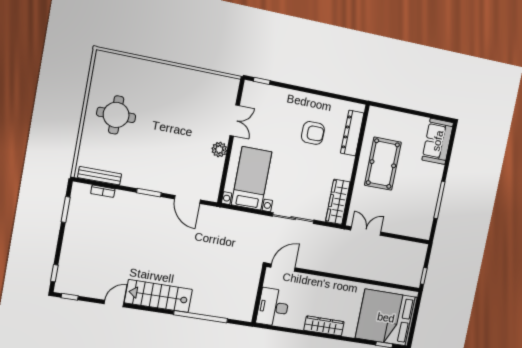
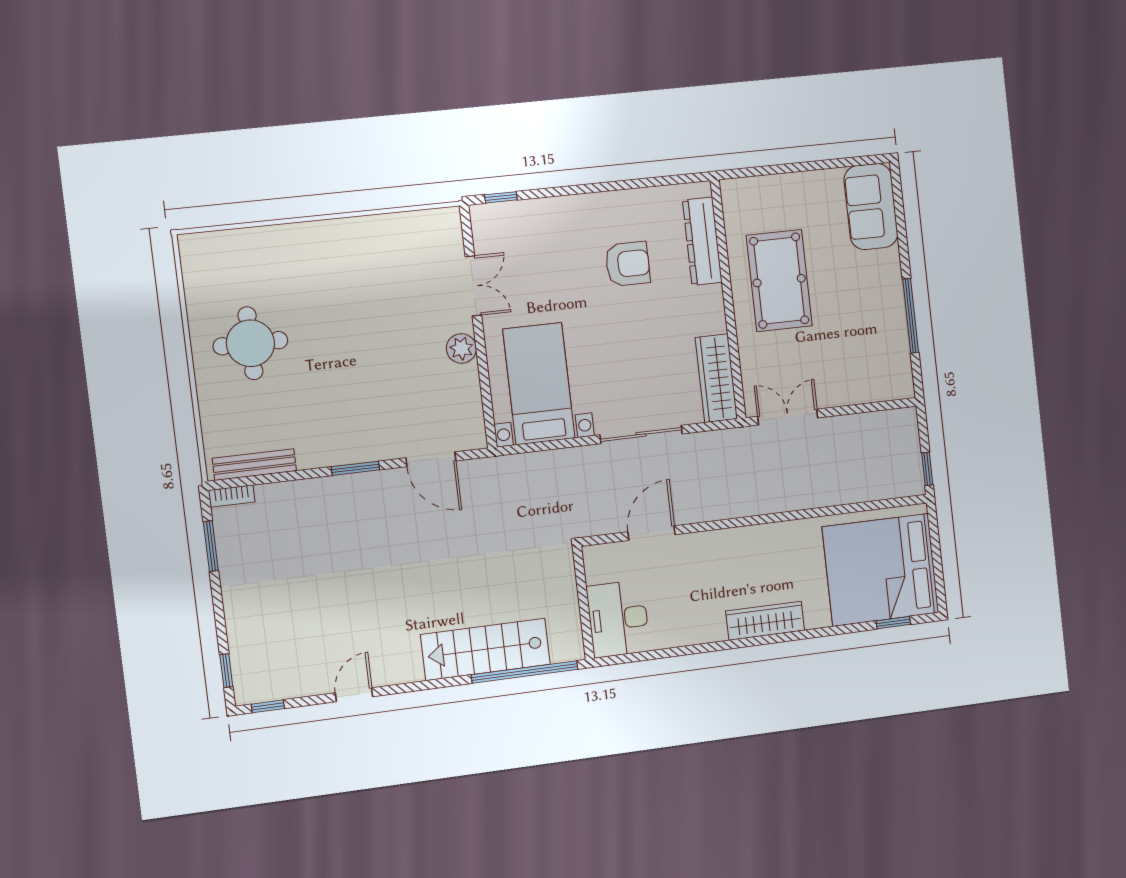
bookcase: (103, 191) -> (232, 496), moved
wall: (259, 295) -> (583, 603), moved
stairs: (158, 296) -> (485, 649), moved
desk: (273, 307) -> (618, 619), moved

